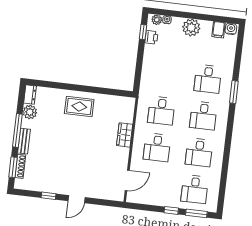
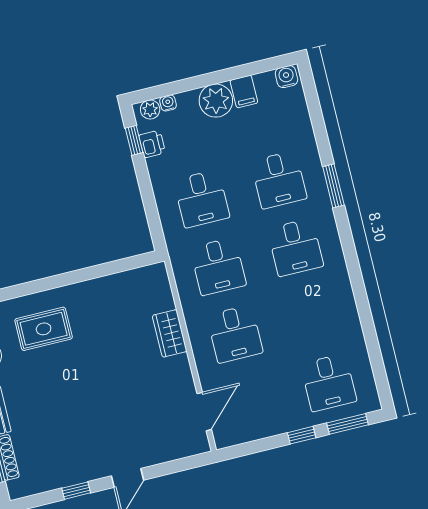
filing cabinet: (218, 30) -> (244, 92), moved
rug: (79, 107) -> (44, 329), moved
desk: (199, 152) -> (202, 199), moved

